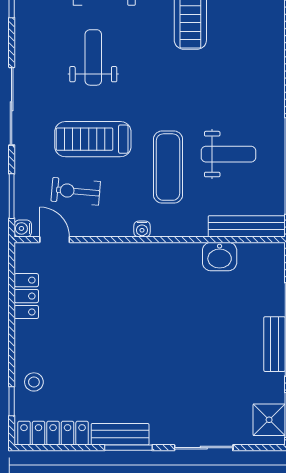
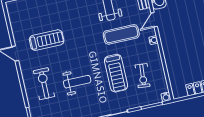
weight bench: (93, 57) -> (77, 82), turned 180
door: (55, 240) -> (154, 20), moved

